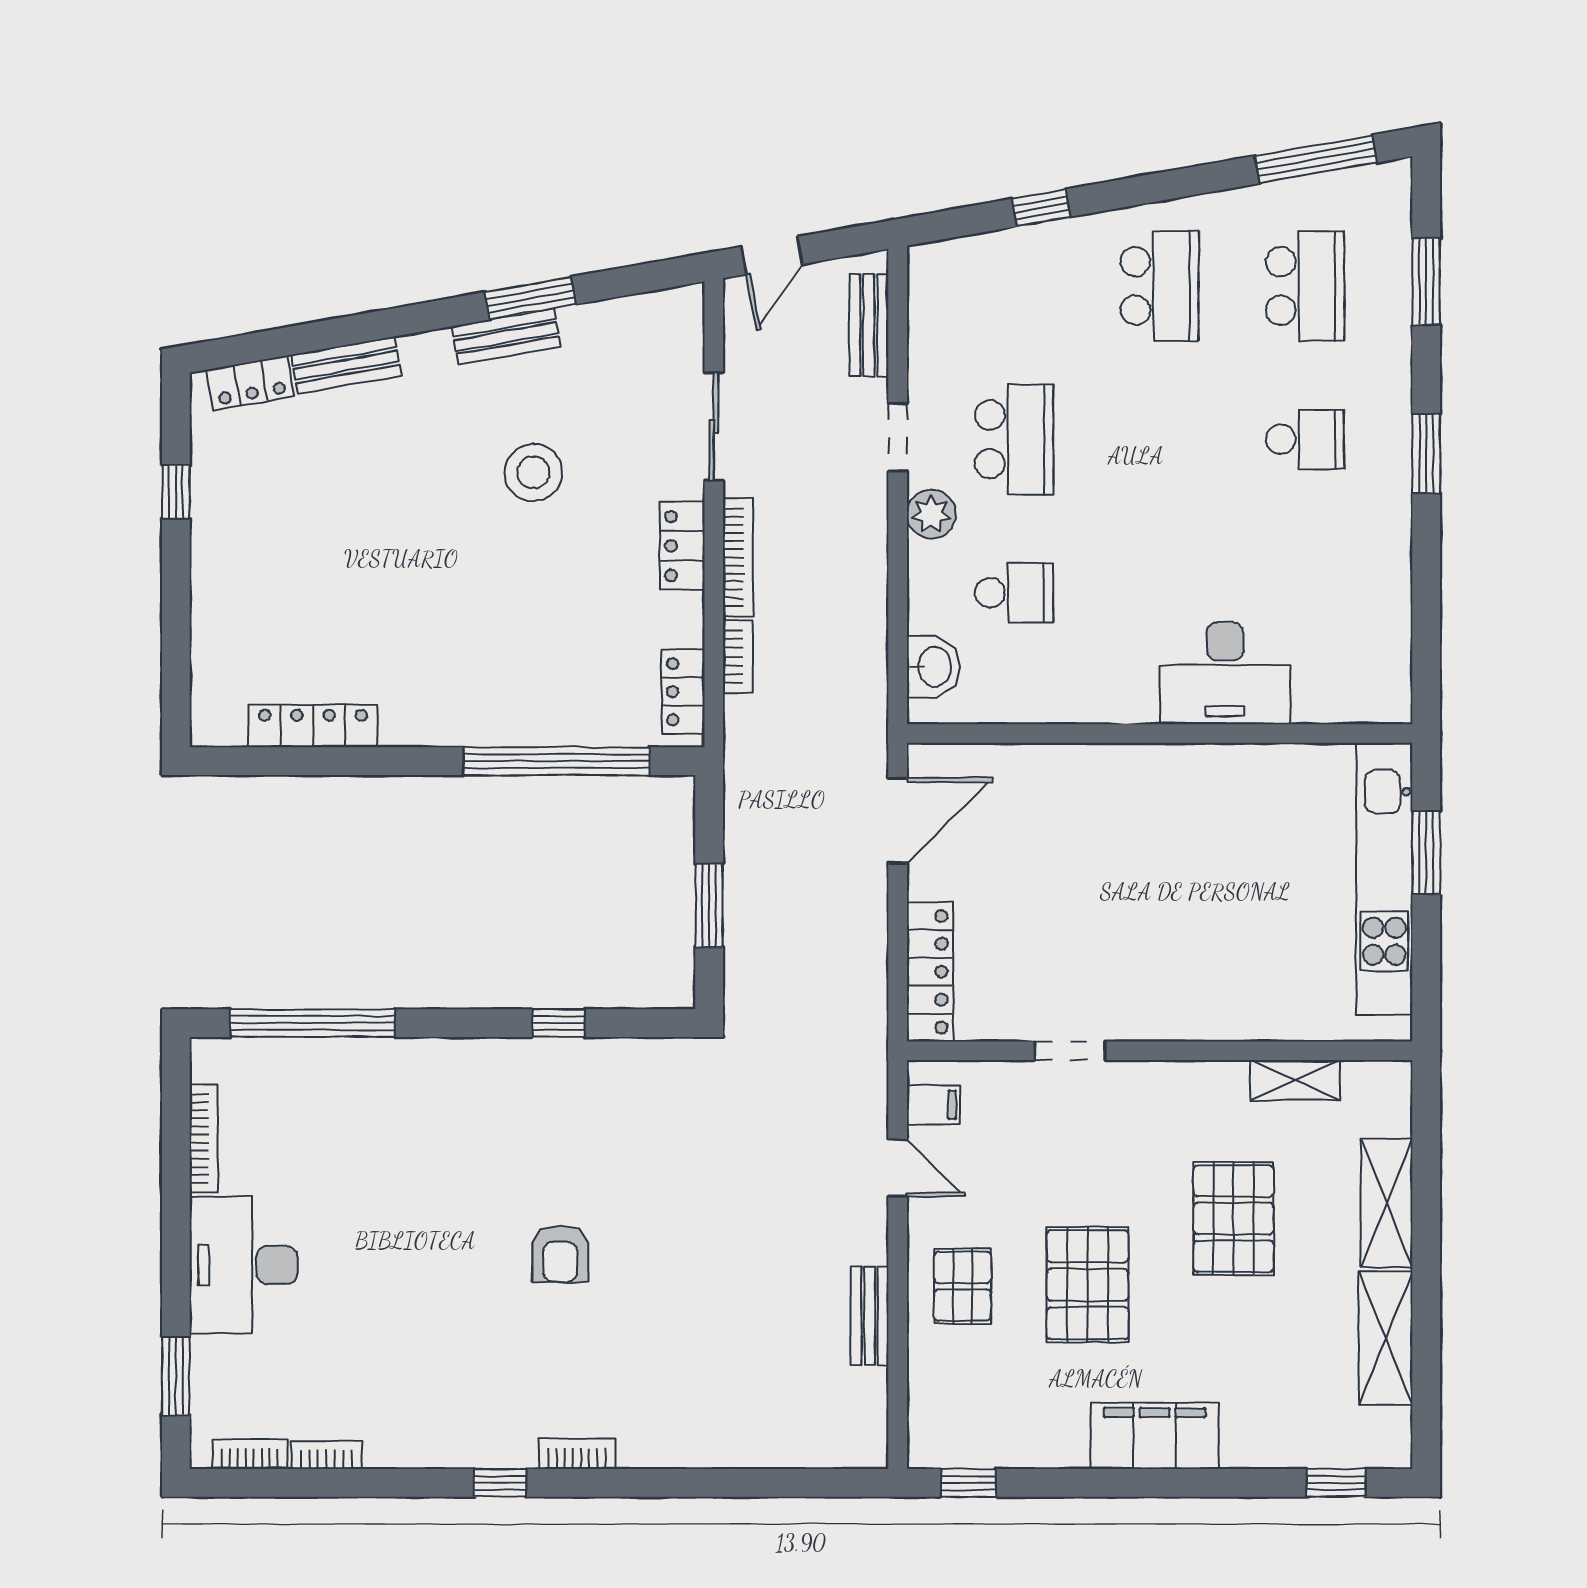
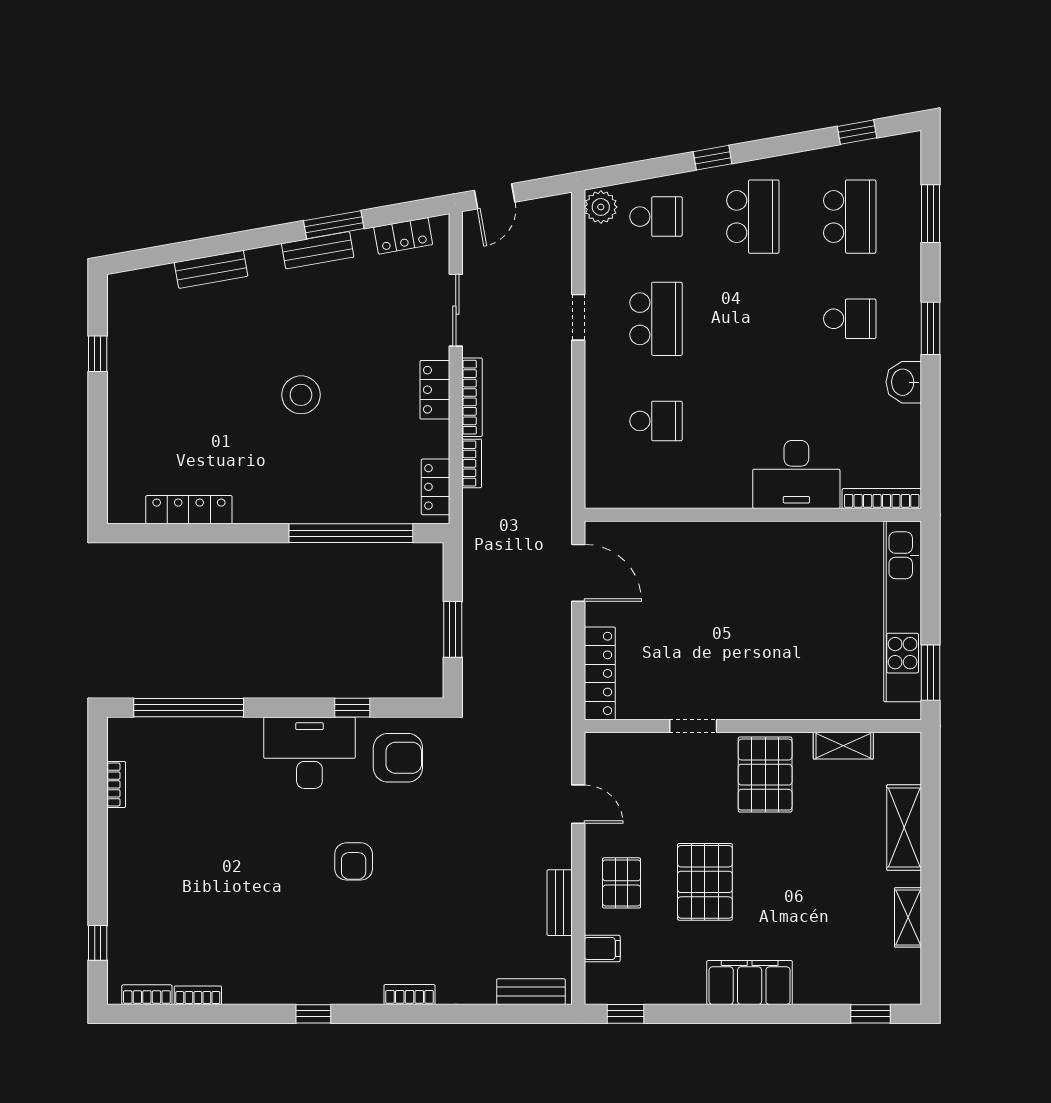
window: (1316, 159) -> (857, 132), width x0.46
window: (1041, 208) -> (713, 158), moved
school desk: (1014, 286) -> (656, 217), added
bench: (869, 325) -> (531, 992), moved, turned 90
locker: (250, 383) -> (403, 236), moved
stool: (533, 472) -> (301, 395), moved
plant: (931, 514) -> (601, 207), moved
washbasin: (933, 667) -> (904, 382), moved, turned 180
bookcase: (1353, 709) -> (882, 498), added
door: (898, 821) -> (578, 573), hinge flipped
window: (1426, 853) -> (930, 673), moved
armchair: (627, 1098) -> (398, 758), added
filing cabinet: (933, 1105) -> (602, 949), moved
bookcase: (204, 1138) -> (116, 784), width x0.64
pallet: (1234, 1219) -> (765, 775), moved
desk: (244, 1265) -> (309, 753), moved, turned 90
shelving: (1386, 1338) -> (908, 917), width x0.67, depth x0.75
window: (176, 1376) -> (98, 943), width x0.67
bookcase: (577, 1454) -> (410, 995), moved

